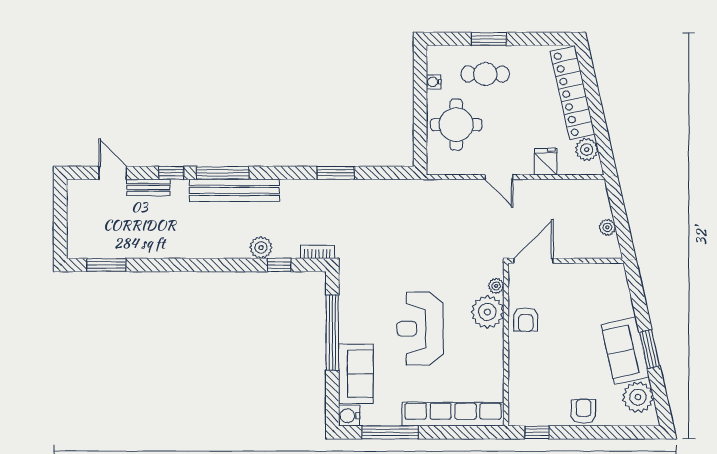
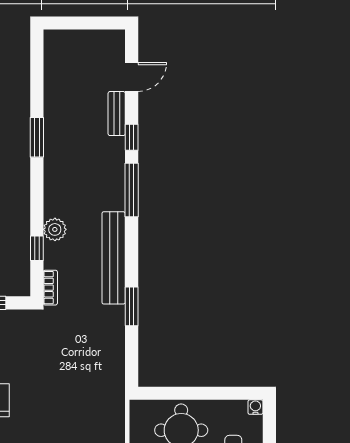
water cooler: (434, 82) -> (255, 407), moved
bench: (235, 190) -> (114, 258), moved
window: (106, 265) -> (37, 137), moved

